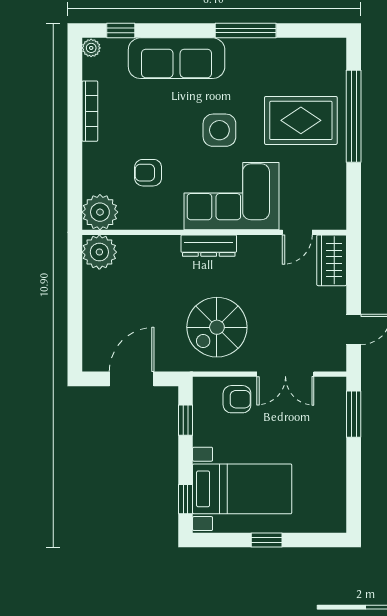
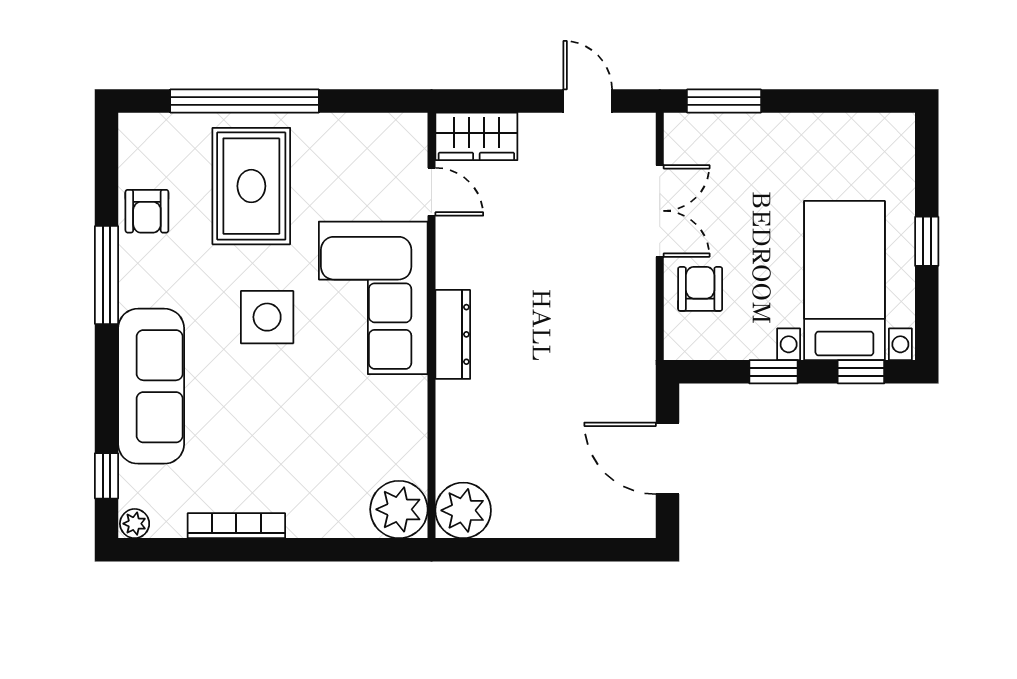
armchair: (148, 173) -> (147, 211), moved
spiral stairs: (217, 327) -> (584, 321), removed
window: (185, 420) -> (774, 372), moved

